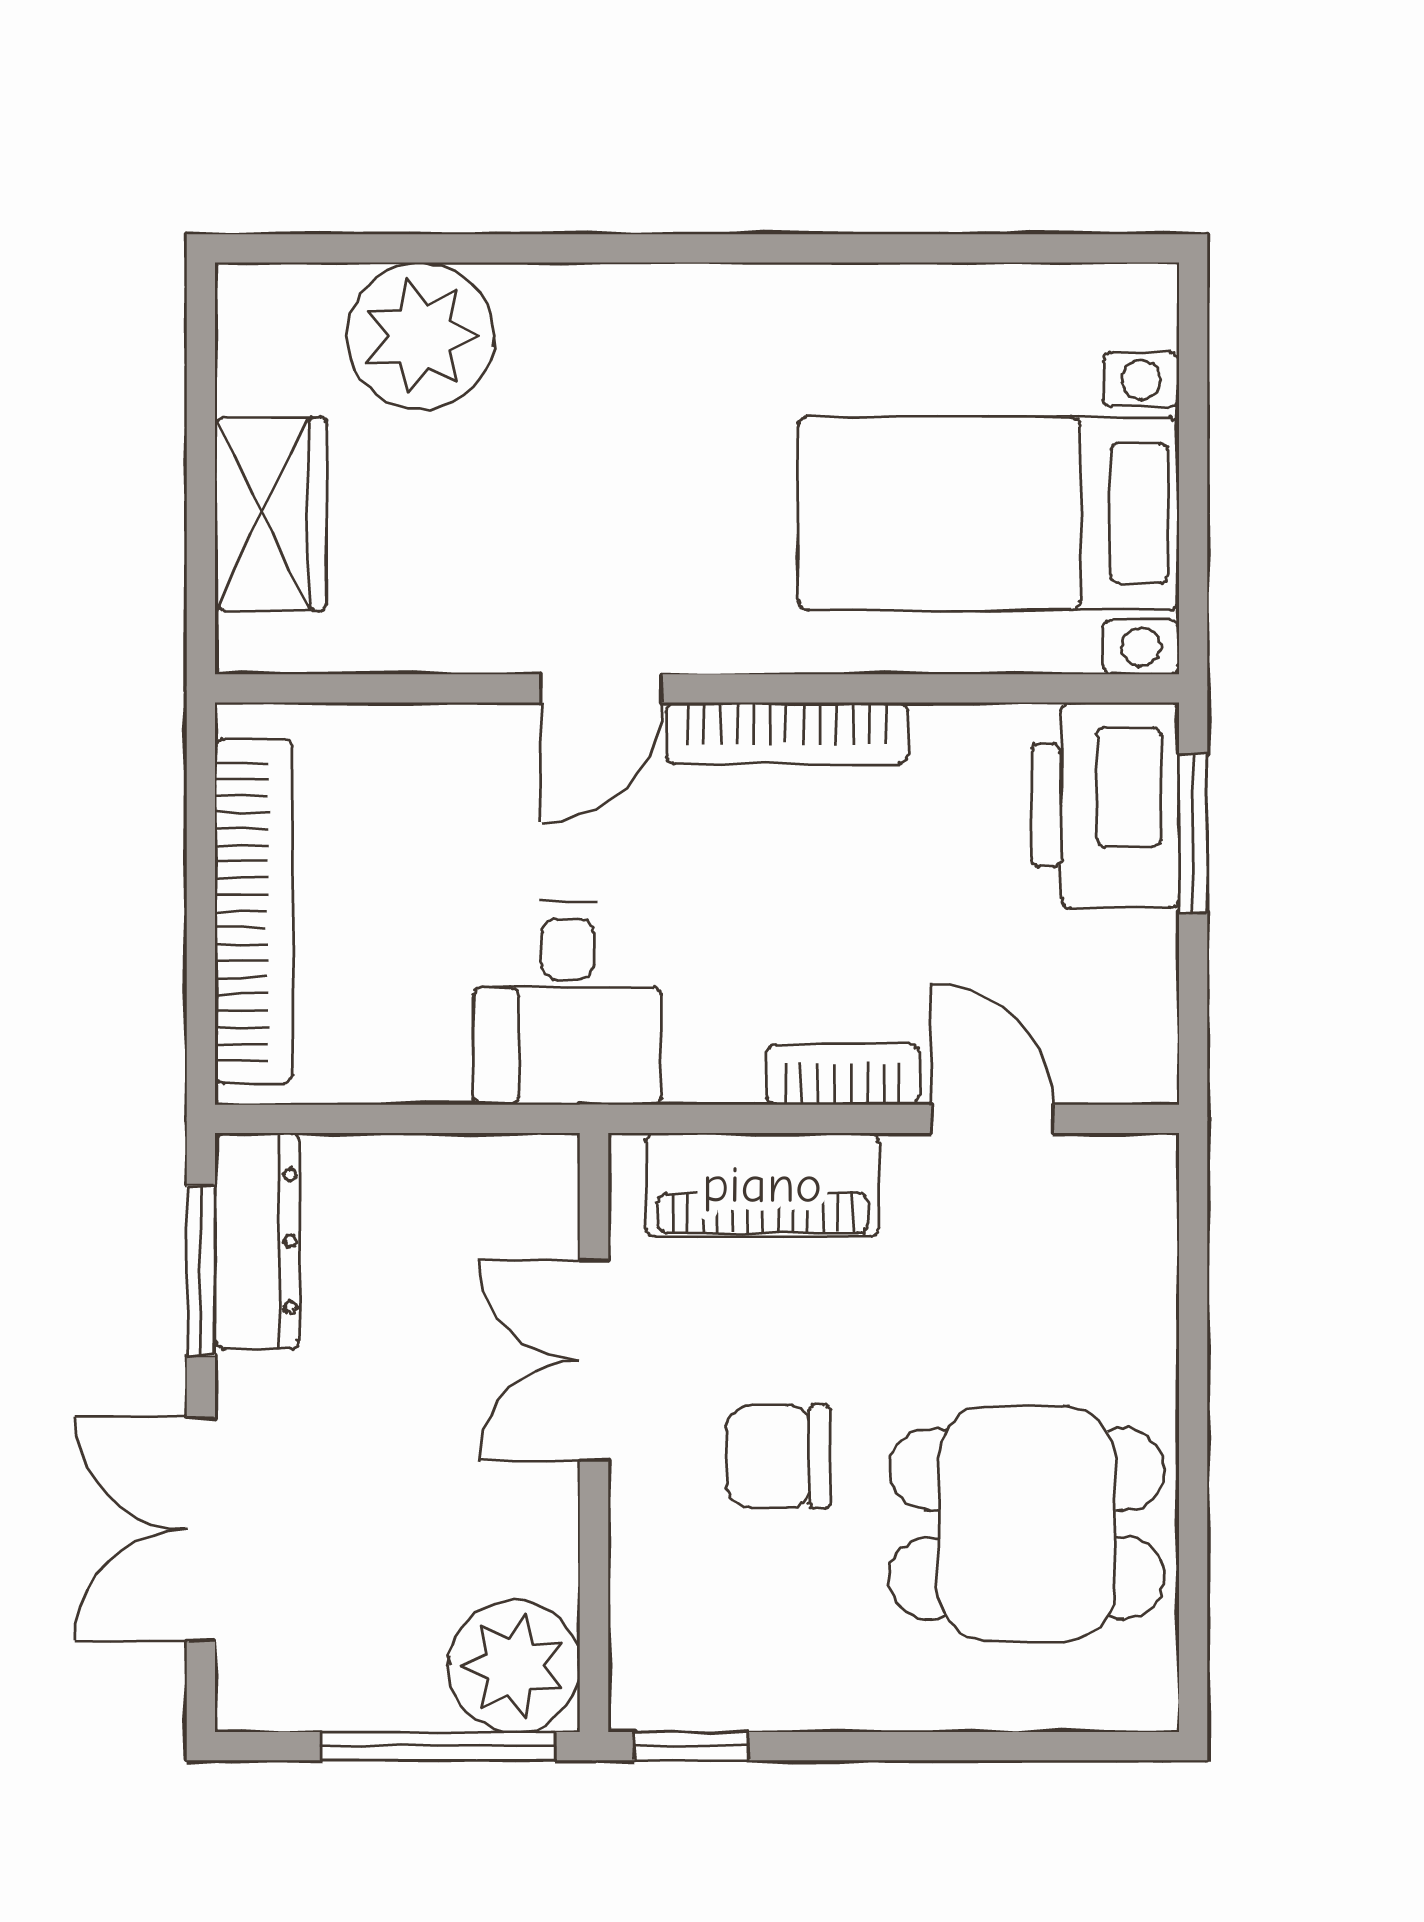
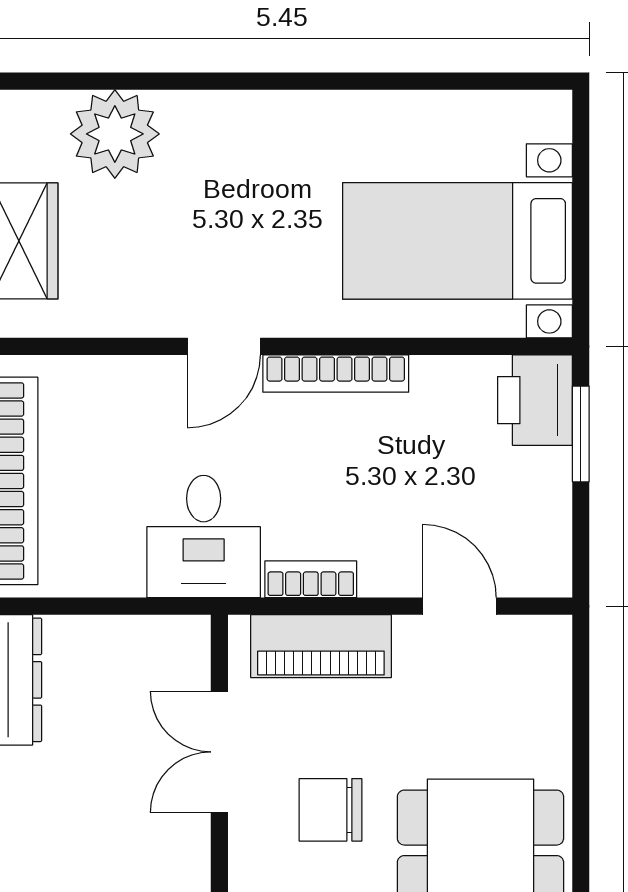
printer: (1105, 805) -> (535, 400), width x0.73, depth x0.84
bookcase: (843, 1074) -> (311, 579), moved

